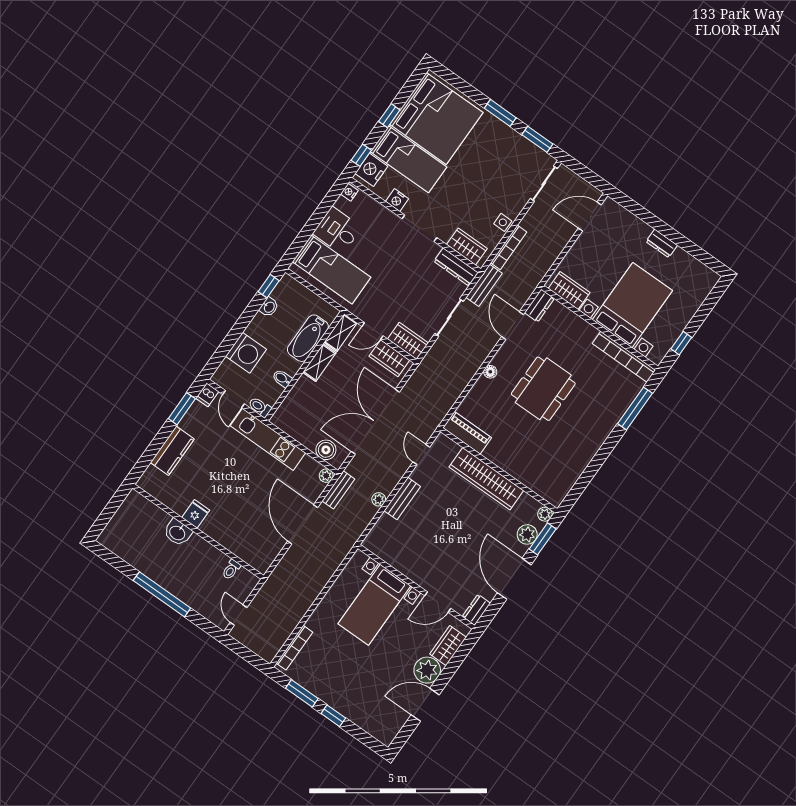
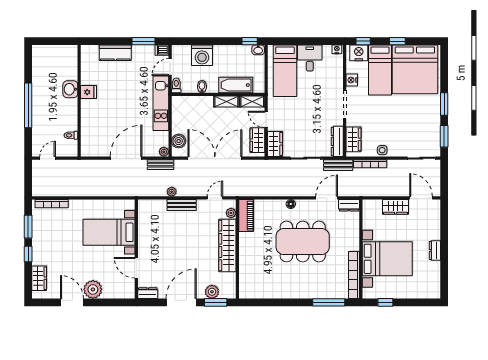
wardrobe: (569, 290) -> (395, 207), moved, turned 90
washbasin: (269, 307) -> (258, 50), moved
dining table: (543, 389) -> (303, 242), width x1.36, depth x1.24
plant: (545, 514) -> (231, 213), moved
wardrobe: (448, 646) -> (39, 278), moved, turned 90

